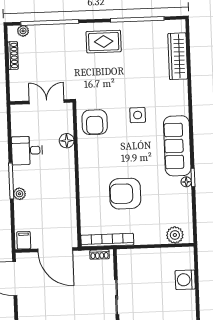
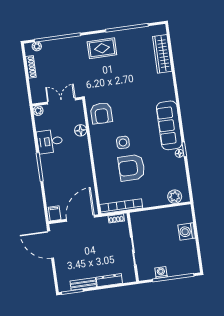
side table: (138, 115) -> (123, 142), moved
plant: (19, 194) -> (38, 111), moved
door: (55, 250) -> (80, 218), swing flipped

